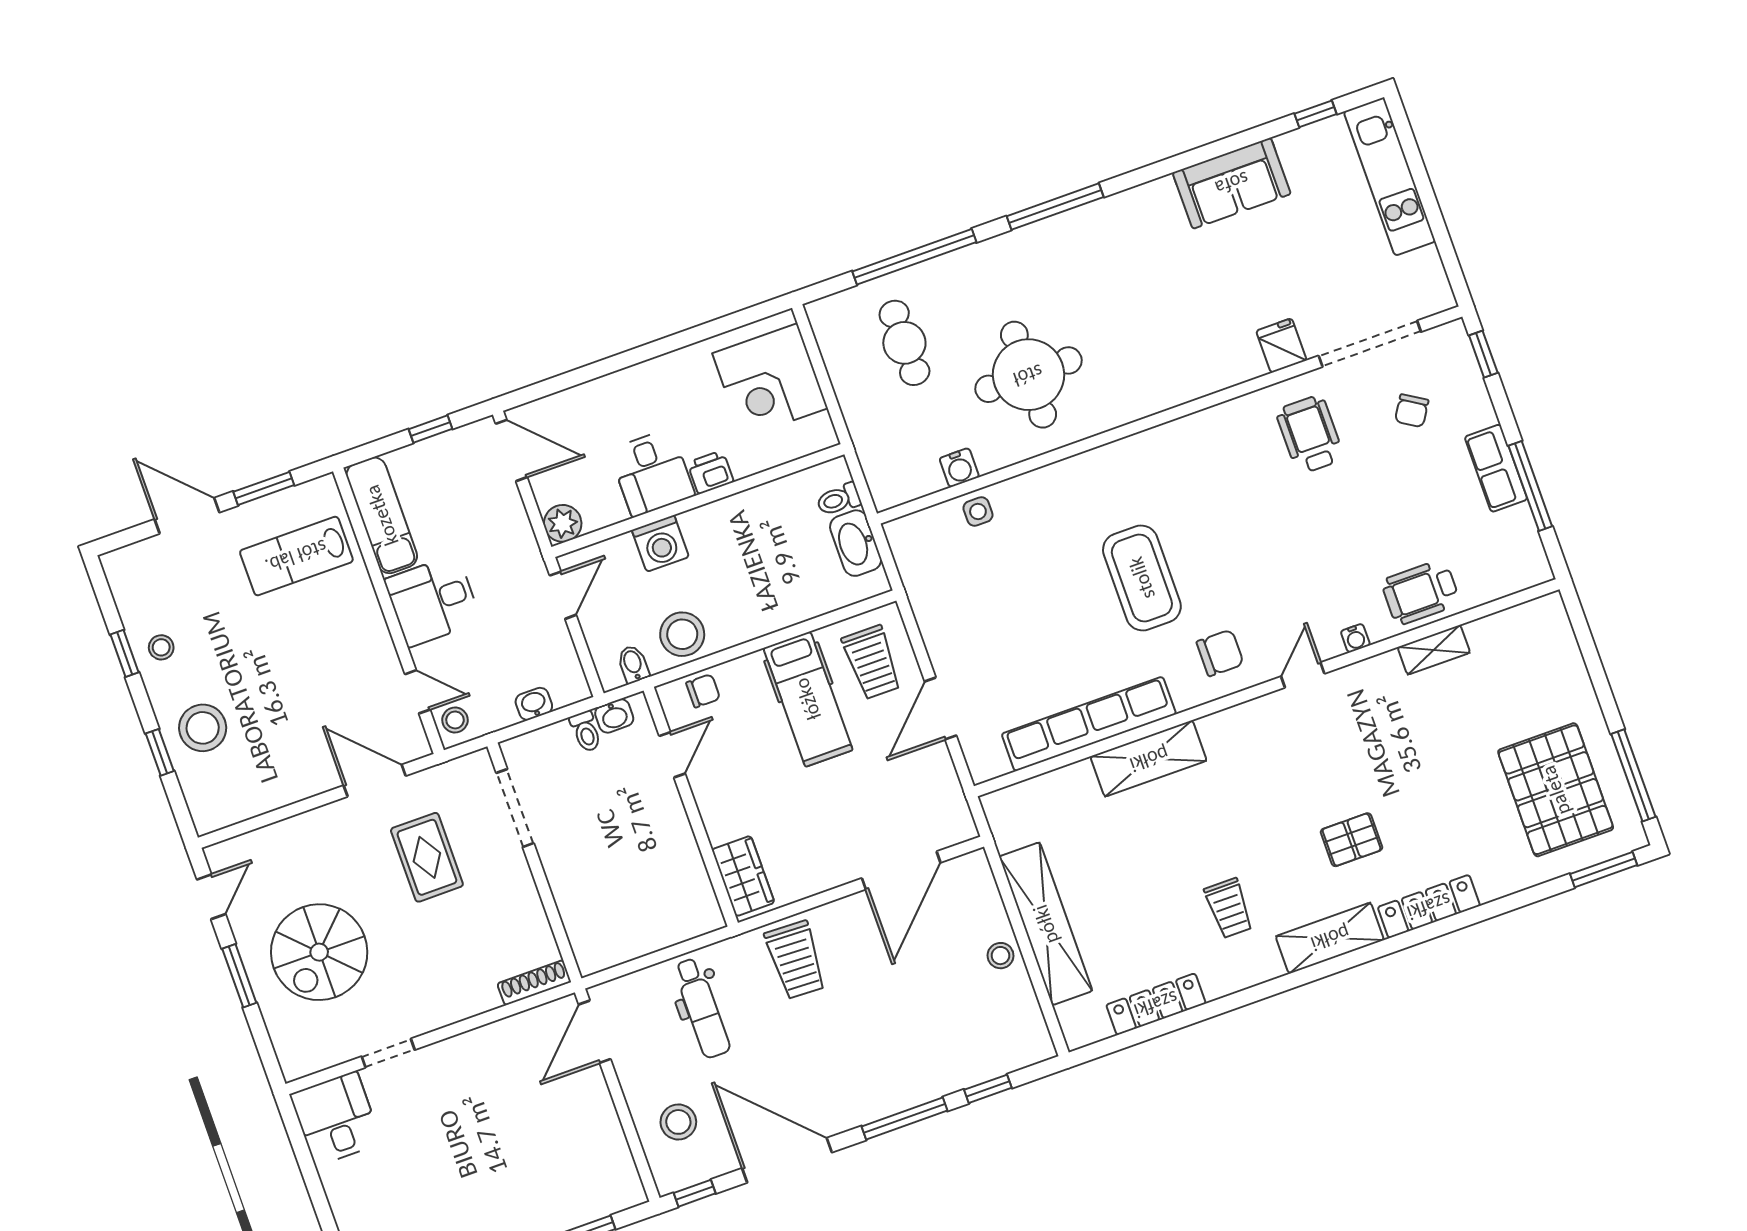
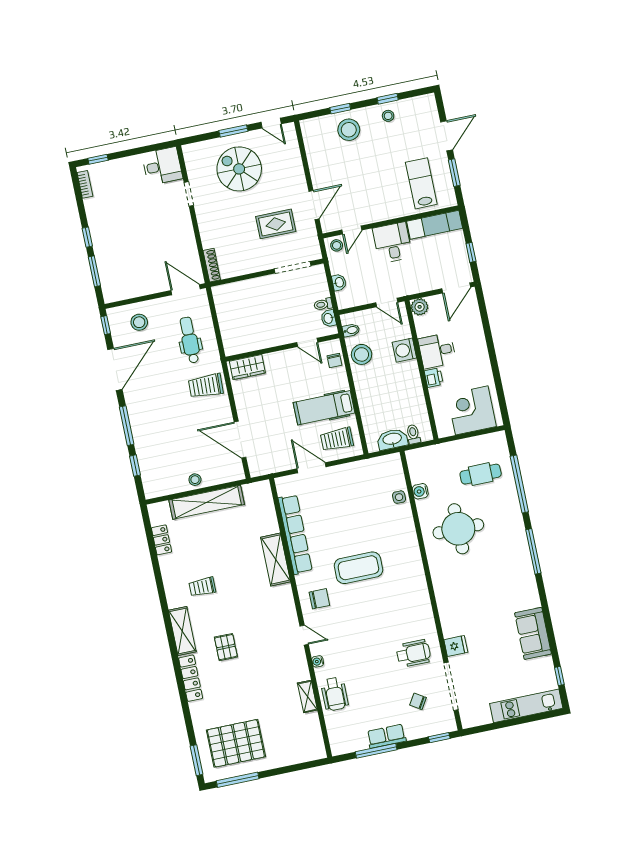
wheelchair: (1421, 592) -> (335, 694), turned 180
chair: (1220, 653) -> (319, 599), turned -90
locker: (1156, 1004) -> (161, 540), width x0.66
dental chair: (702, 1008) -> (190, 340), turned 90

